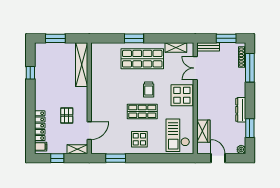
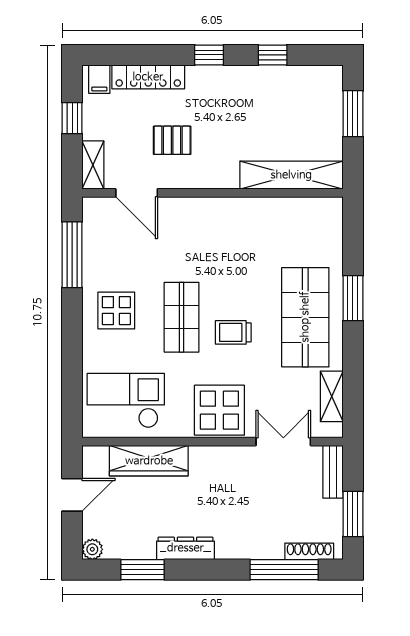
window: (30, 100) -> (209, 55), added
wardrobe: (203, 131) -> (149, 461), width x1.50
window: (116, 158) -> (72, 255), width x1.44

